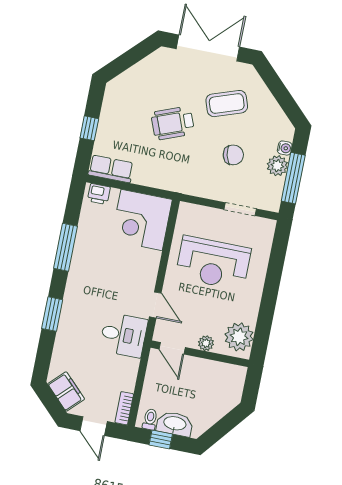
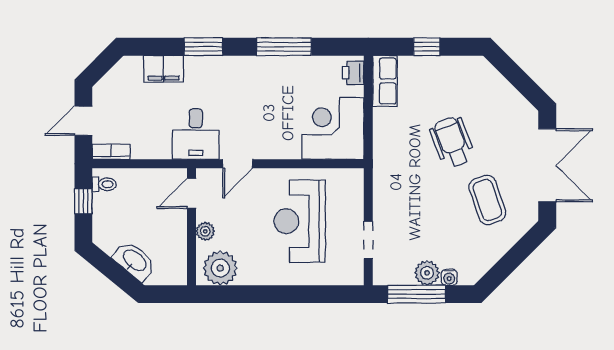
chair: (233, 155) -> (429, 219), removed
filing cabinet: (66, 391) -> (163, 69), moved, turned 45
washbasin: (175, 424) -> (134, 261), moved, turned -51

